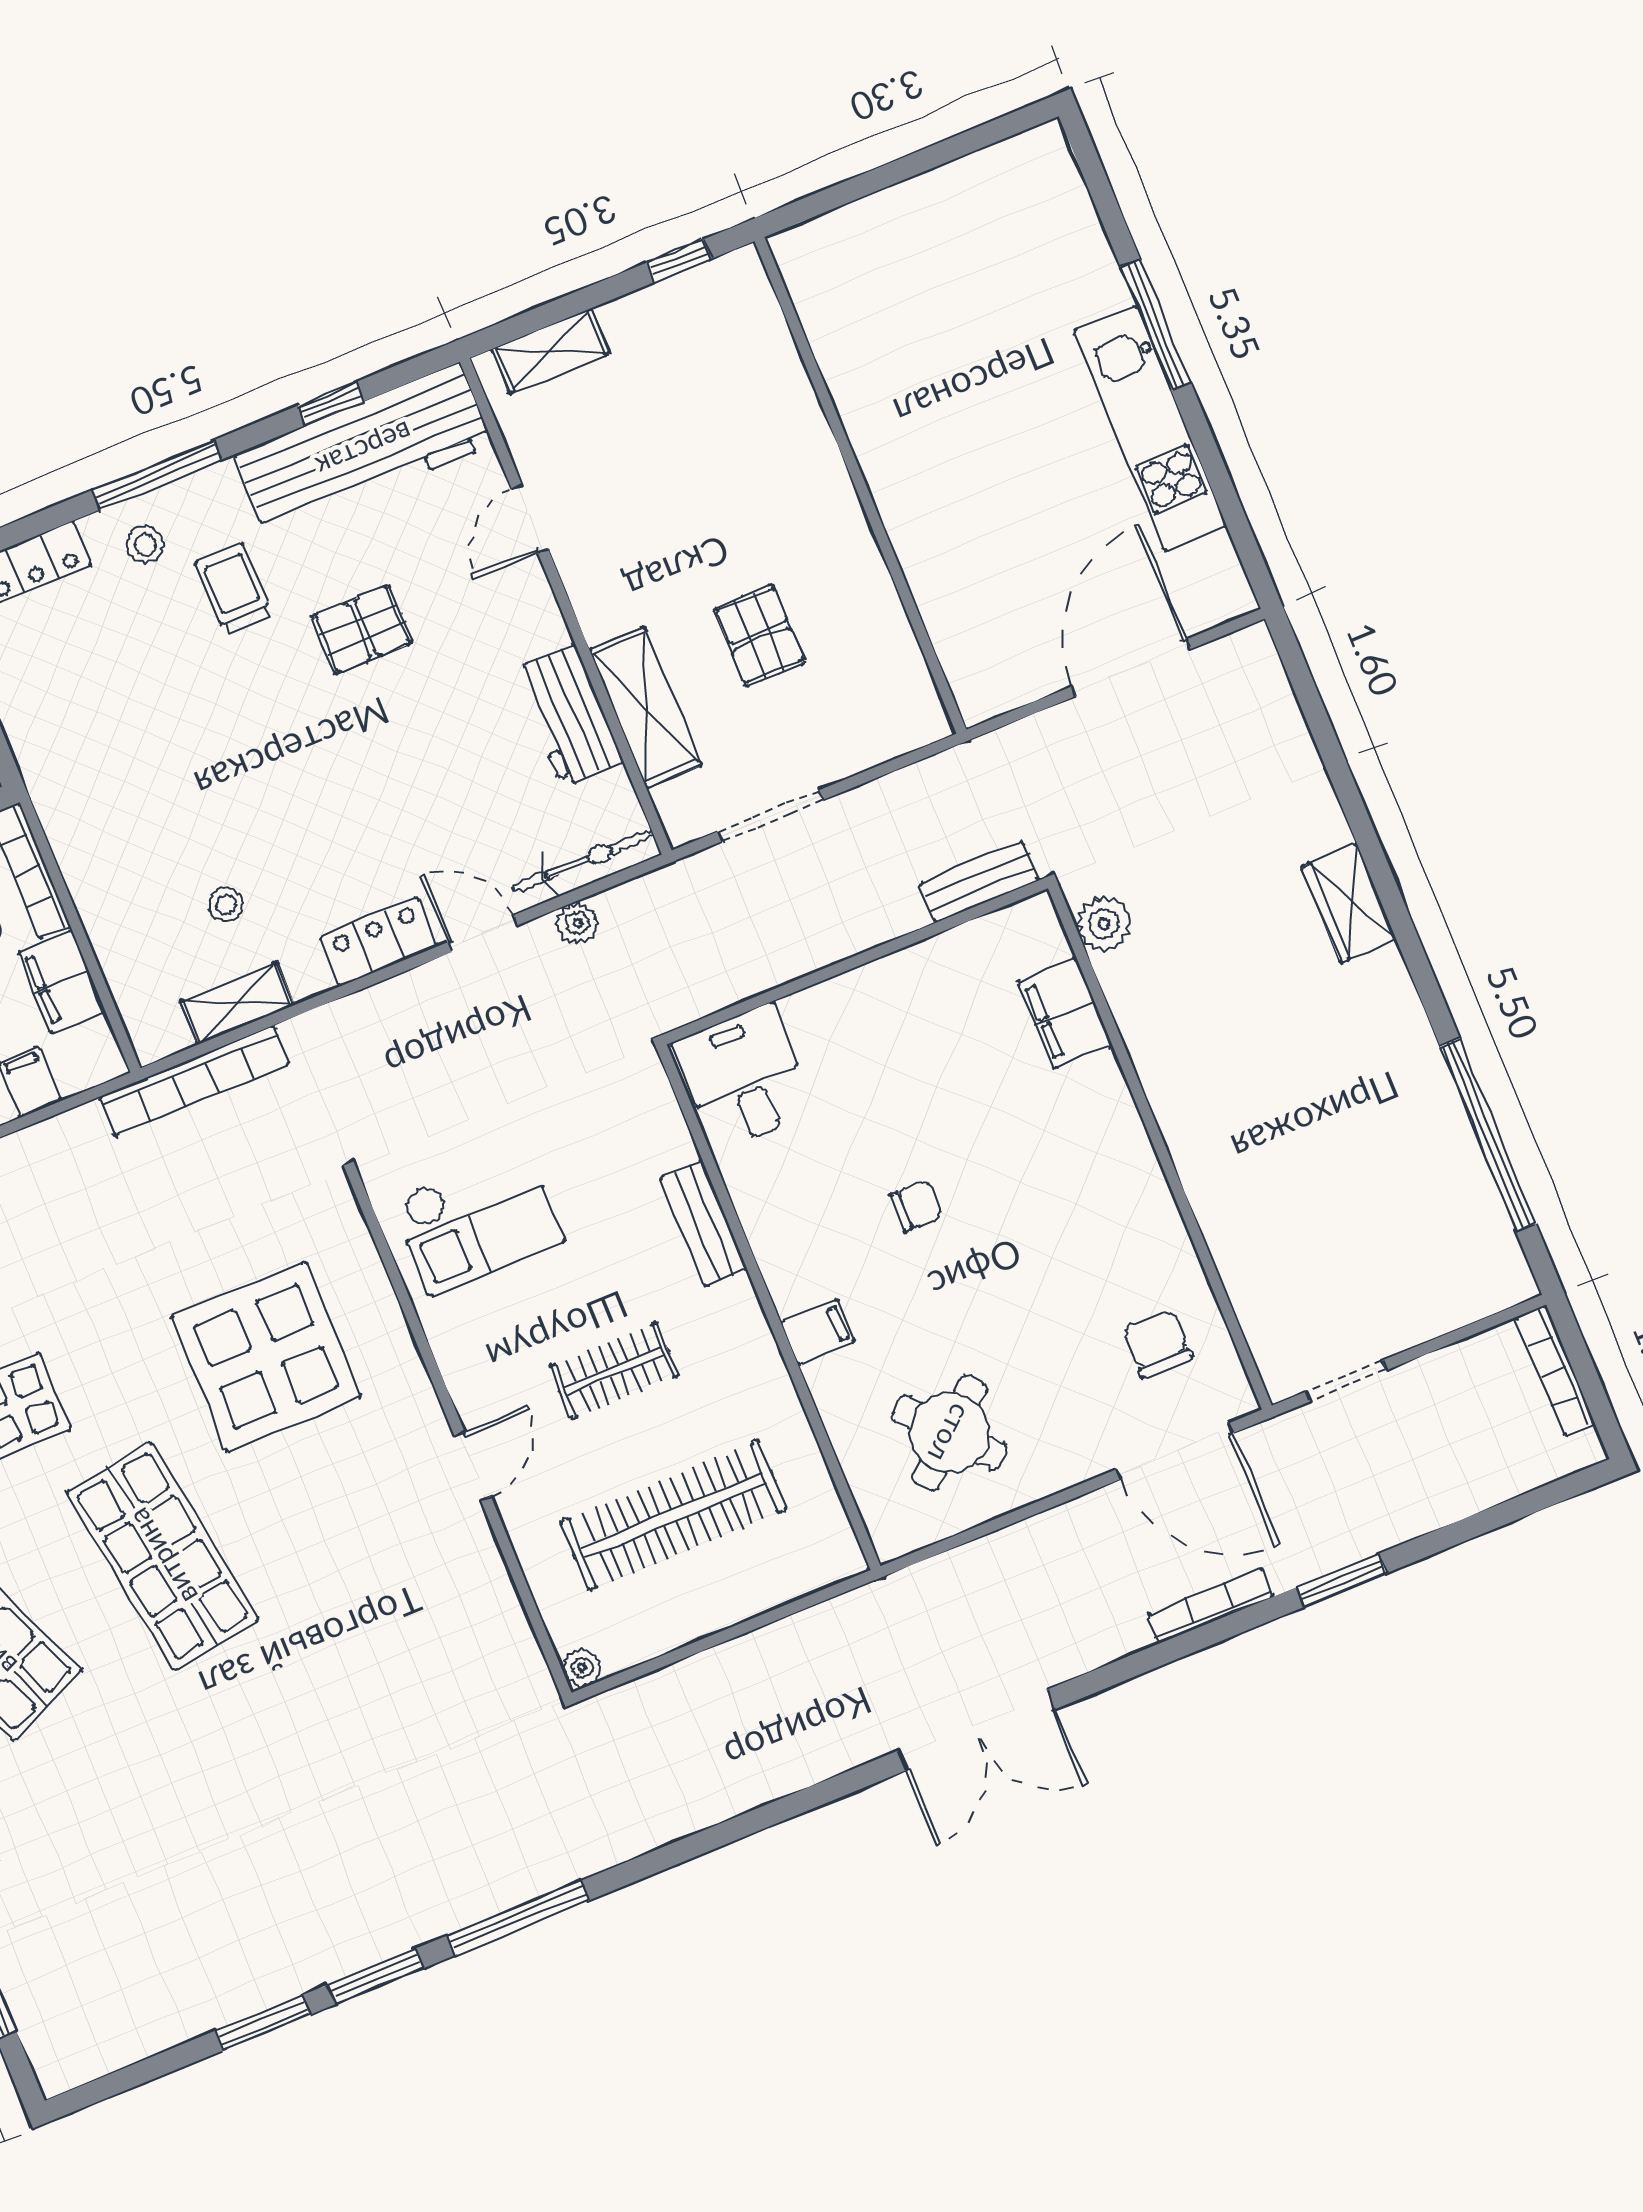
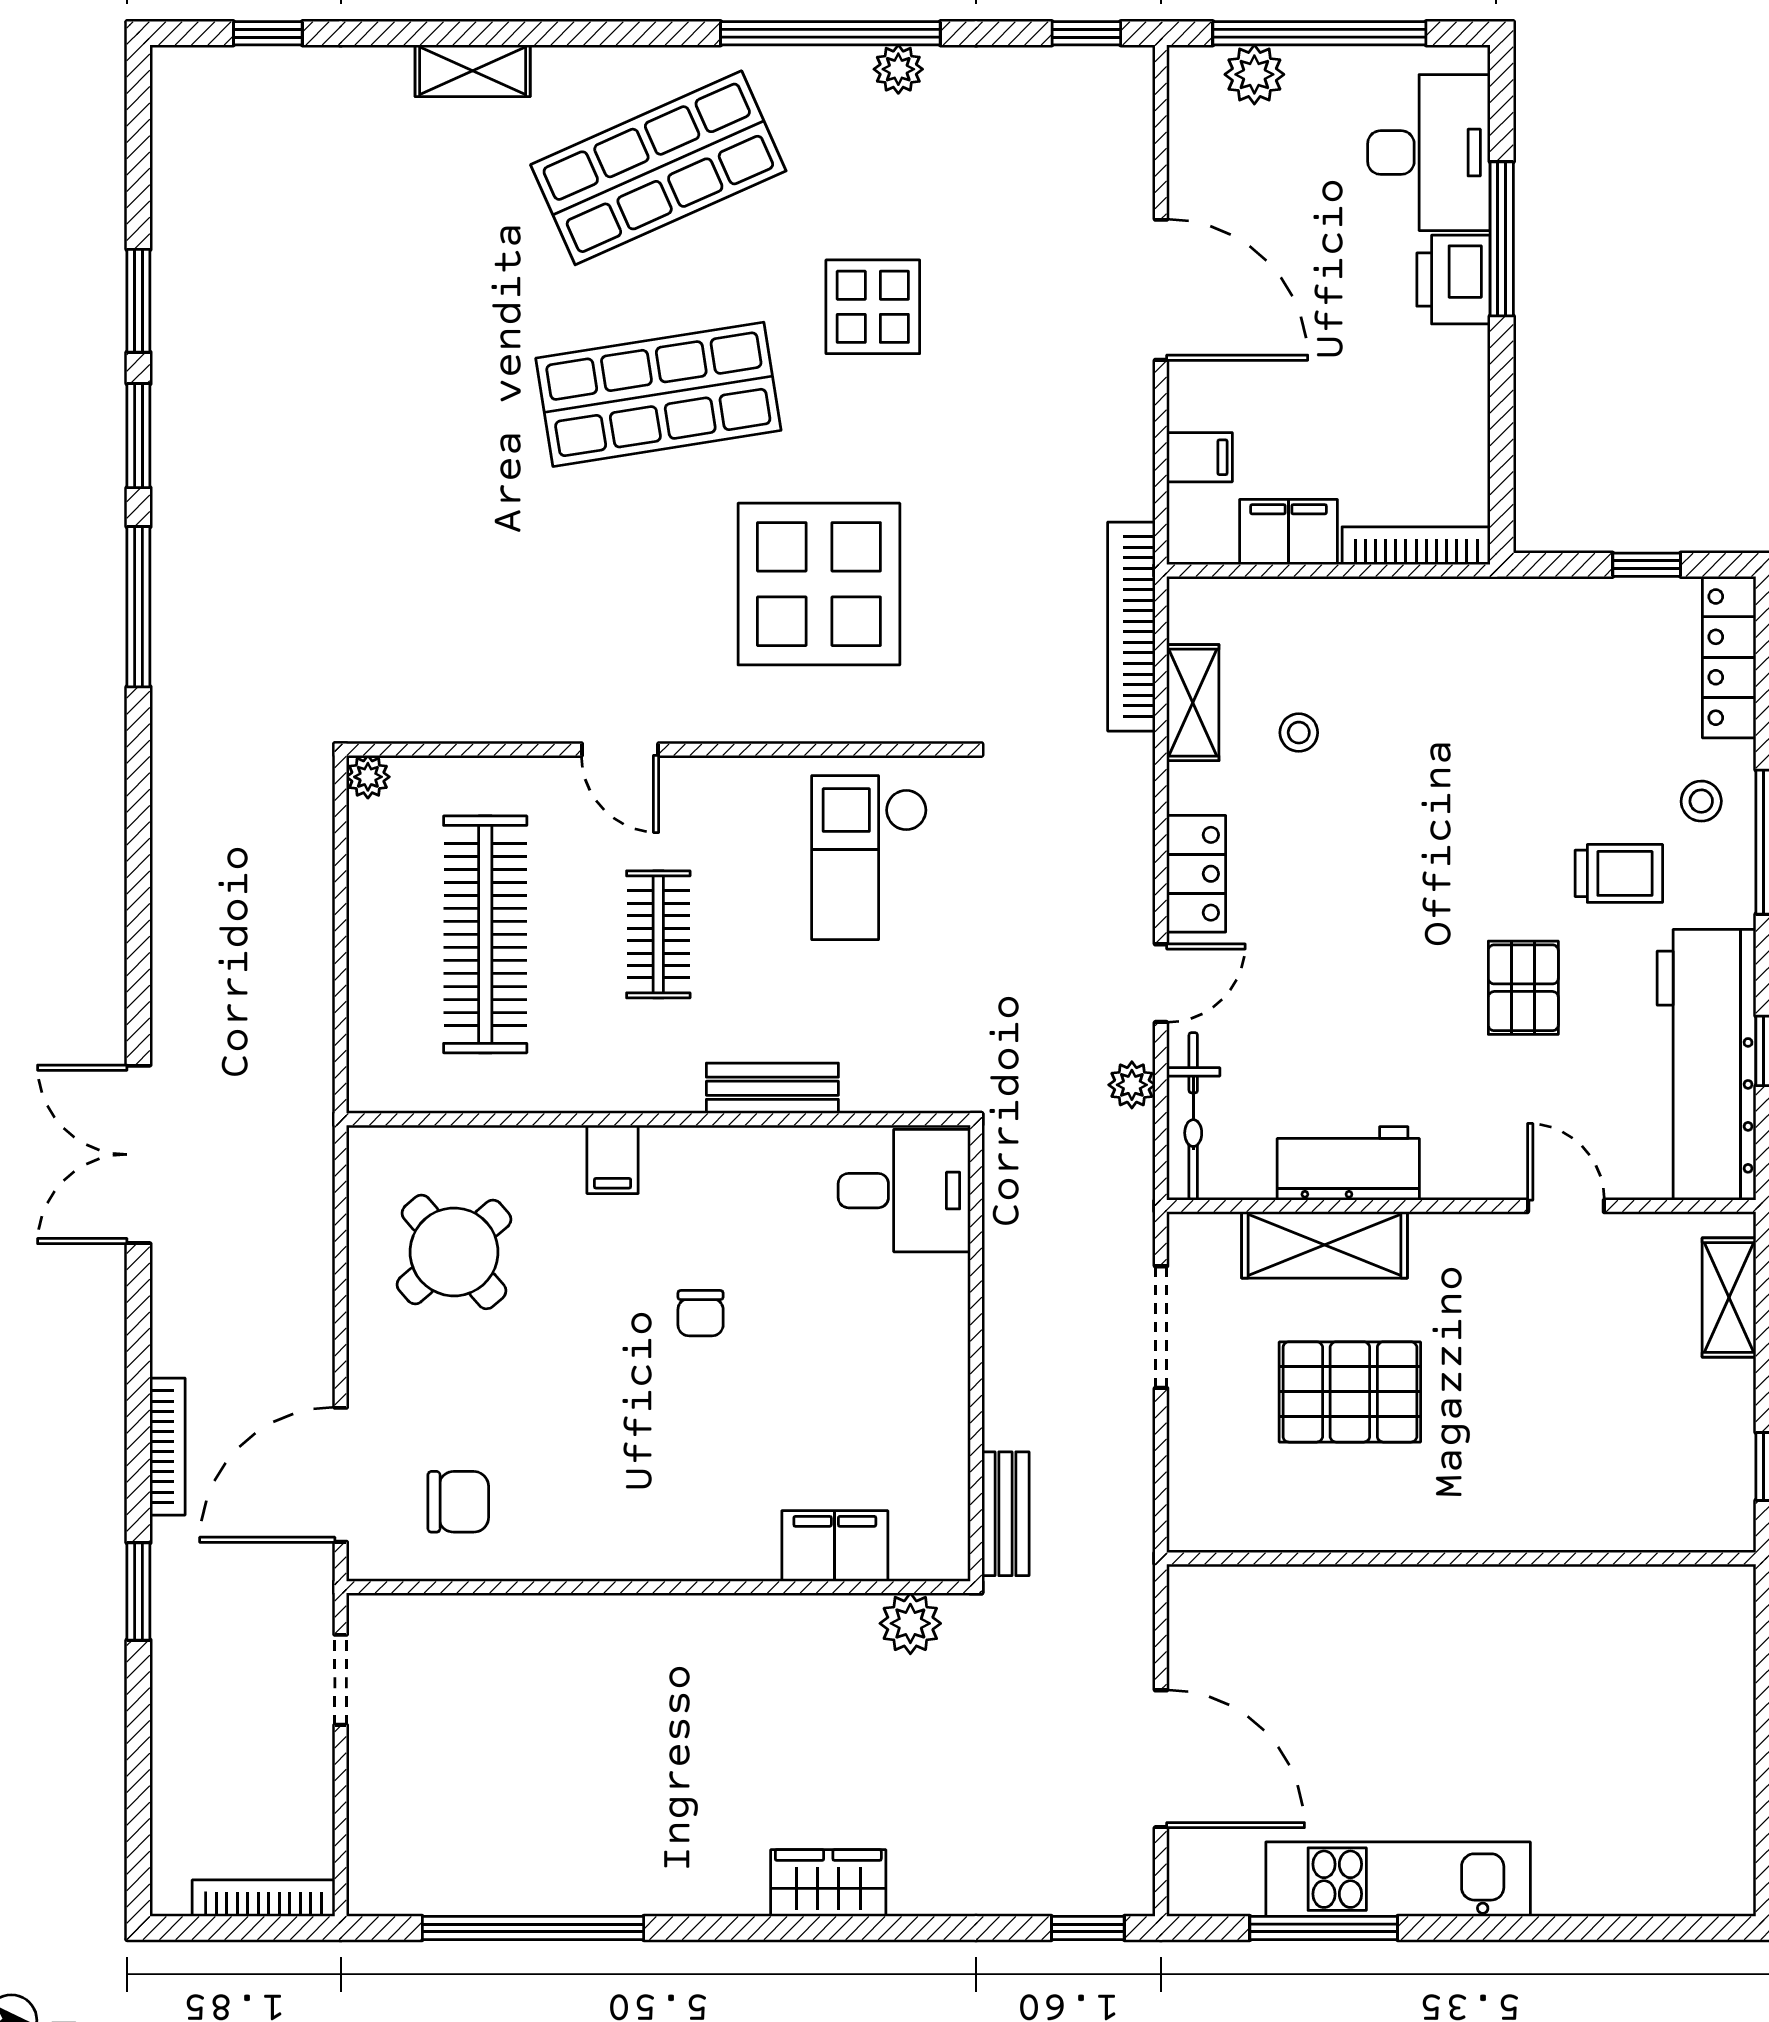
window: (1156, 325) -> (1324, 1928), moved
pallet: (760, 636) -> (1350, 1392), width x1.50, depth x1.42
window: (1298, 671) -> (1088, 1928), added

